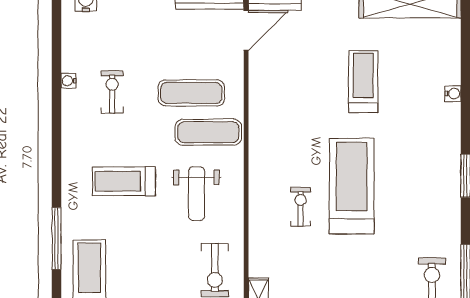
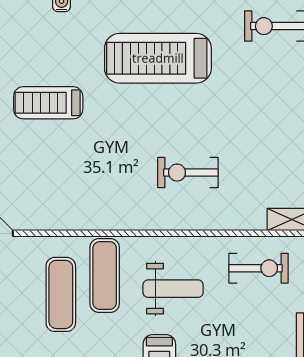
treadmill: (352, 186) -> (158, 58), moved
exercise bike: (301, 207) -> (188, 173), width x1.38, depth x1.39

